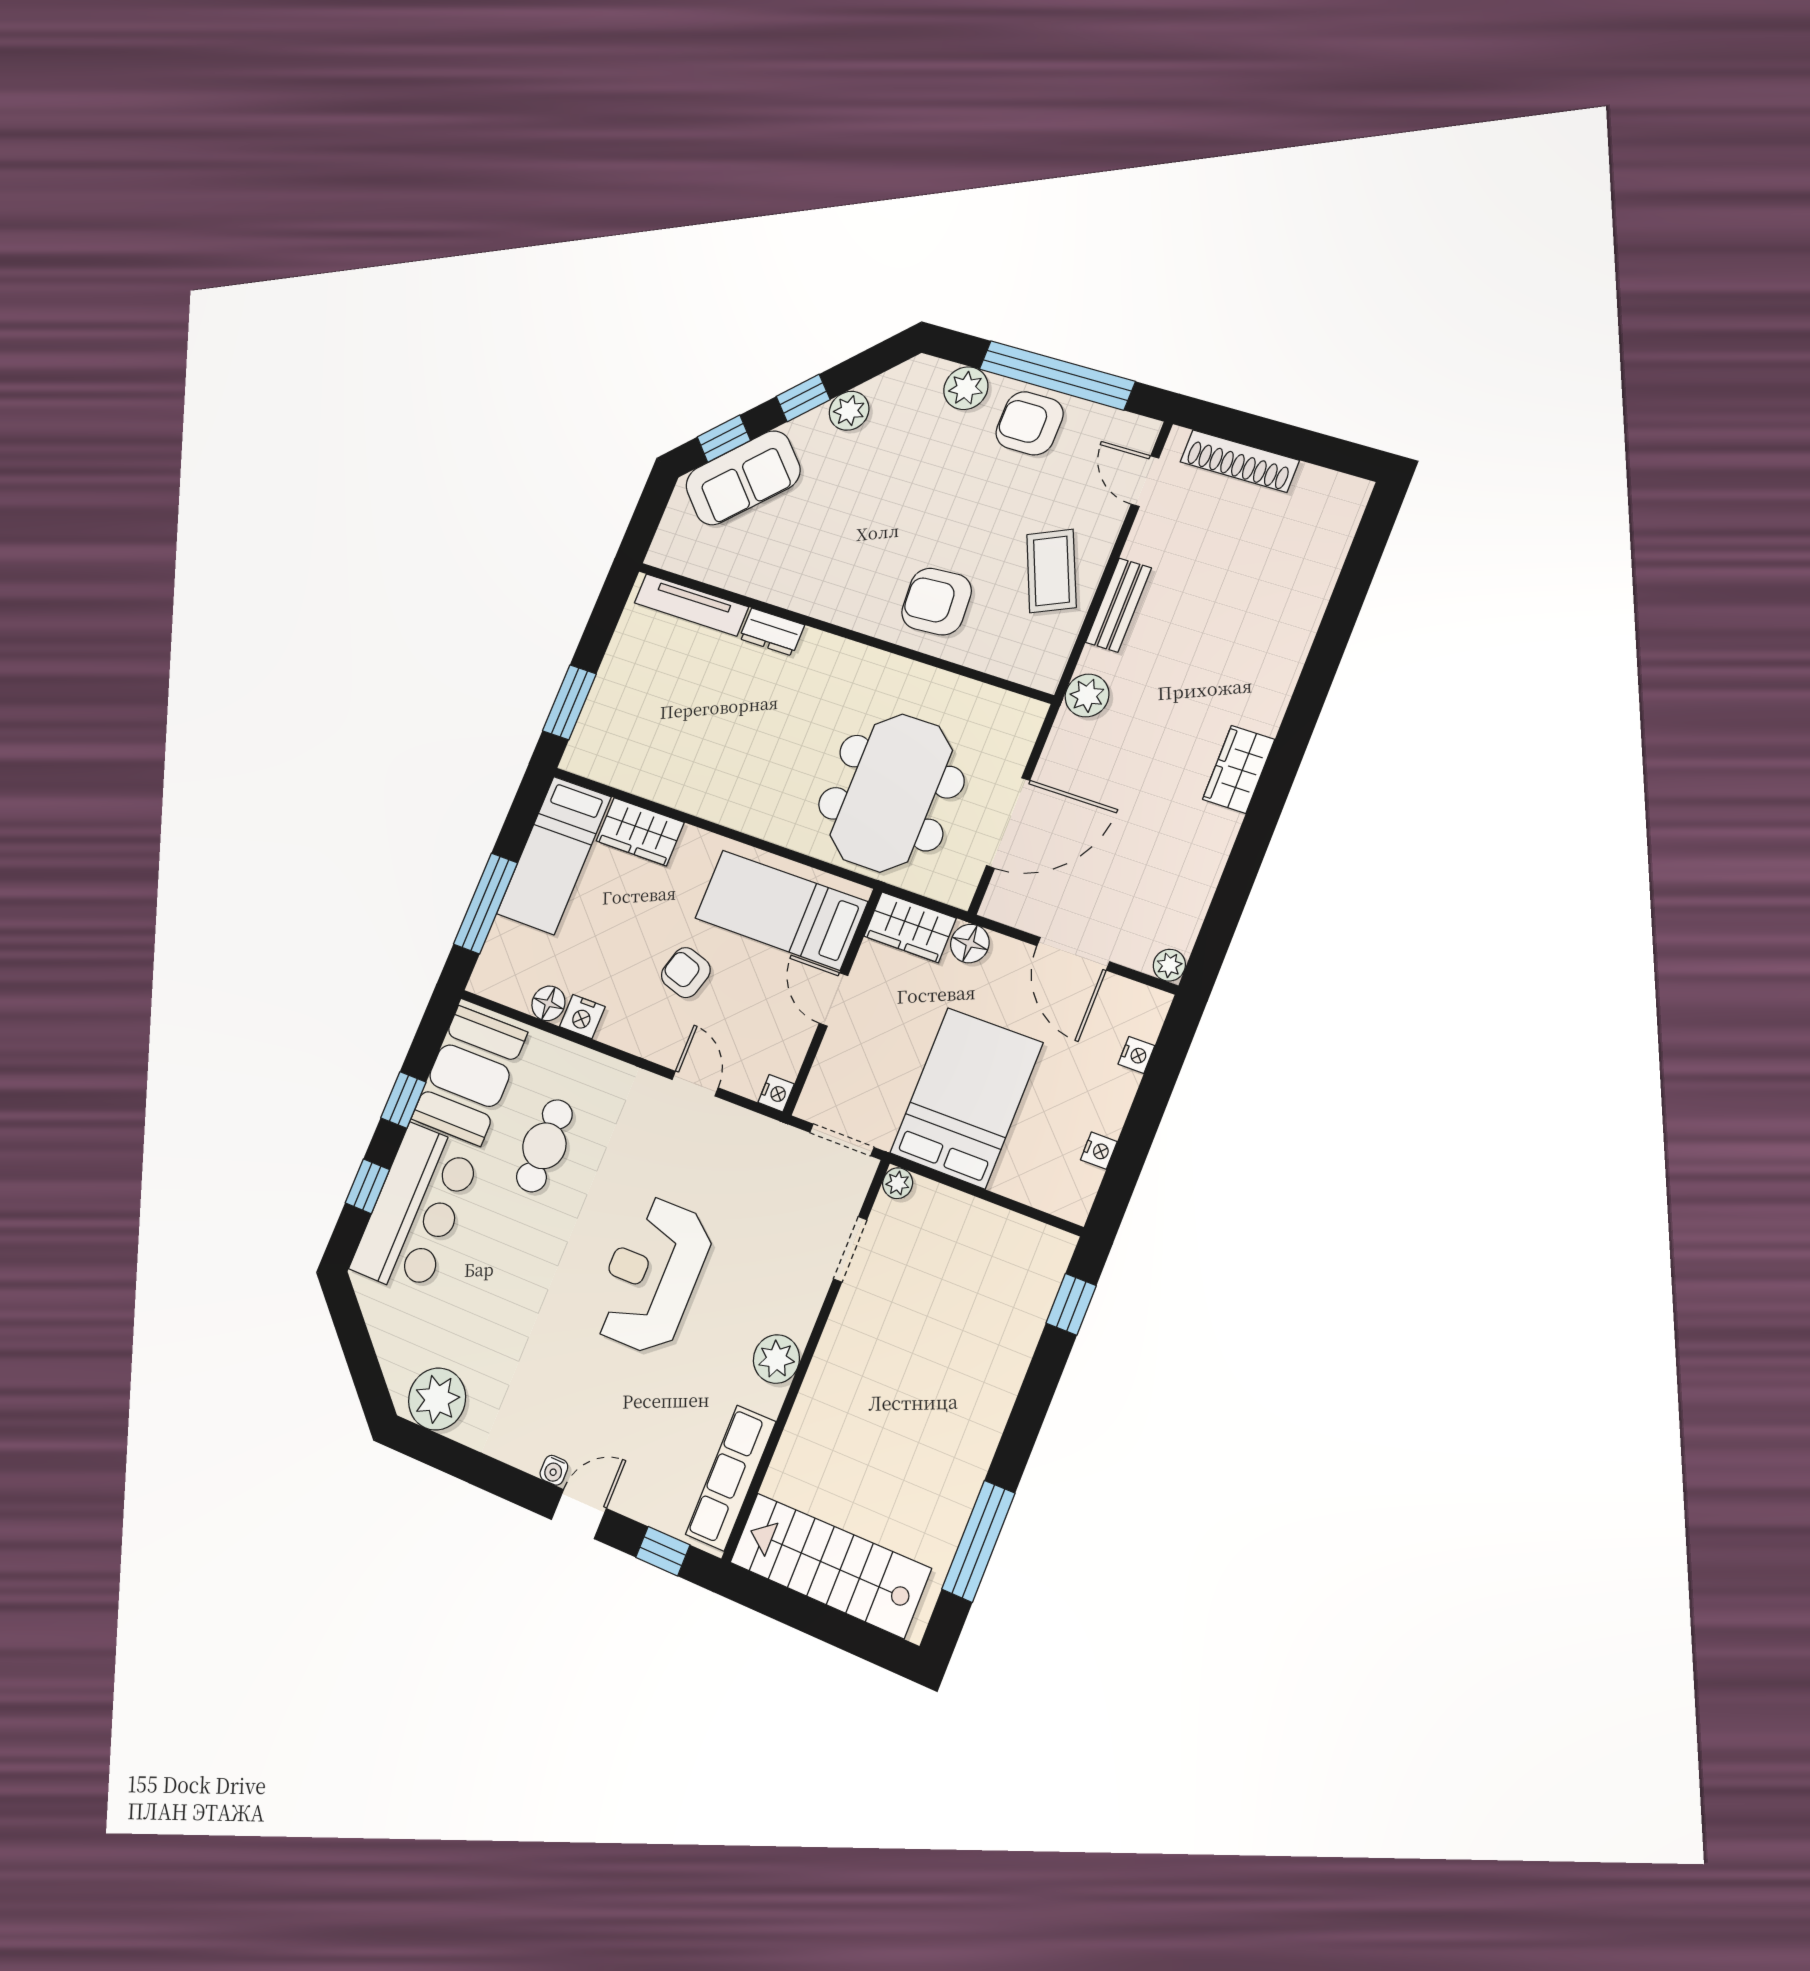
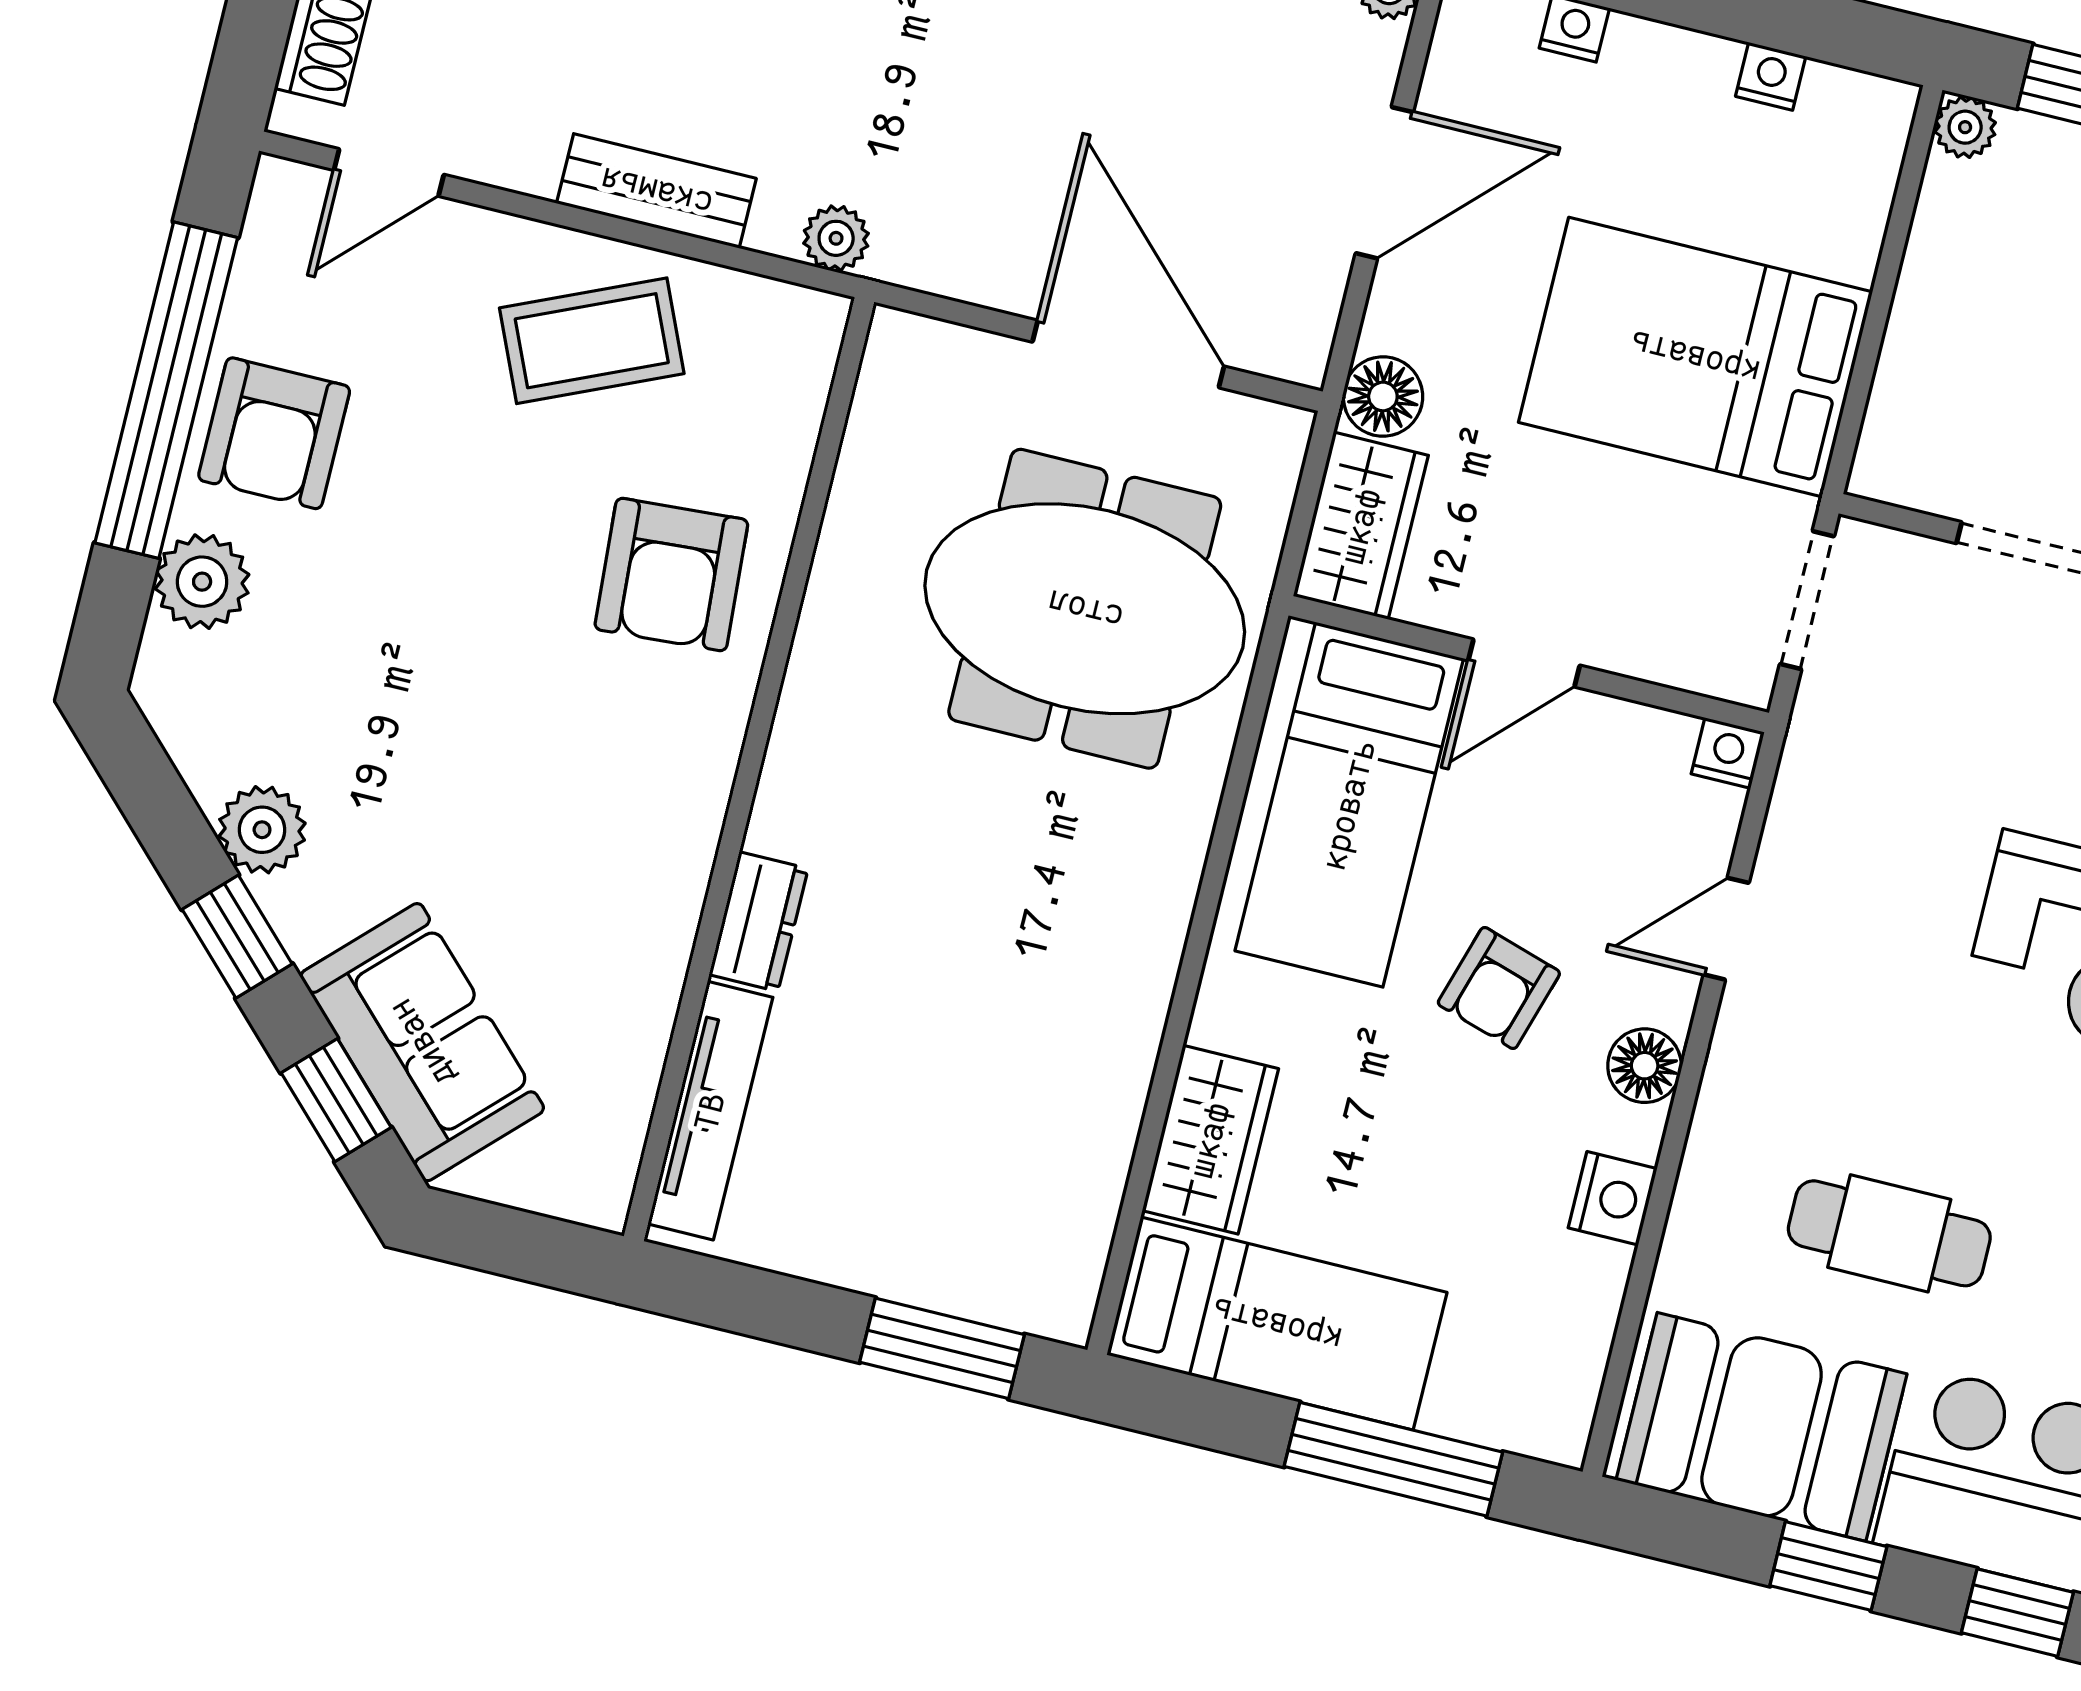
plant: (1087, 696) -> (836, 238), width x0.73, depth x0.73
floor lamp: (548, 1003) -> (1645, 1066), moved
plant: (898, 1183) -> (1965, 127), moved

